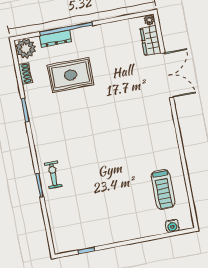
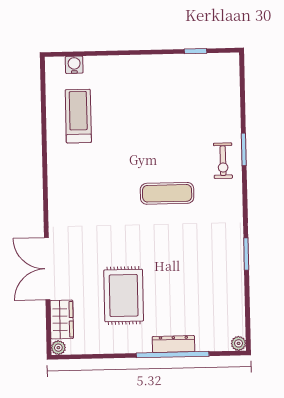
dresser: (55, 39) -> (173, 344), moved
plant: (25, 48) -> (239, 343), width x0.53, depth x0.53
shoe rack: (25, 74) -> (238, 303), removed
rug: (71, 75) -> (124, 295), moved, turned 90
exercise mat: (90, 144) -> (167, 193), added

